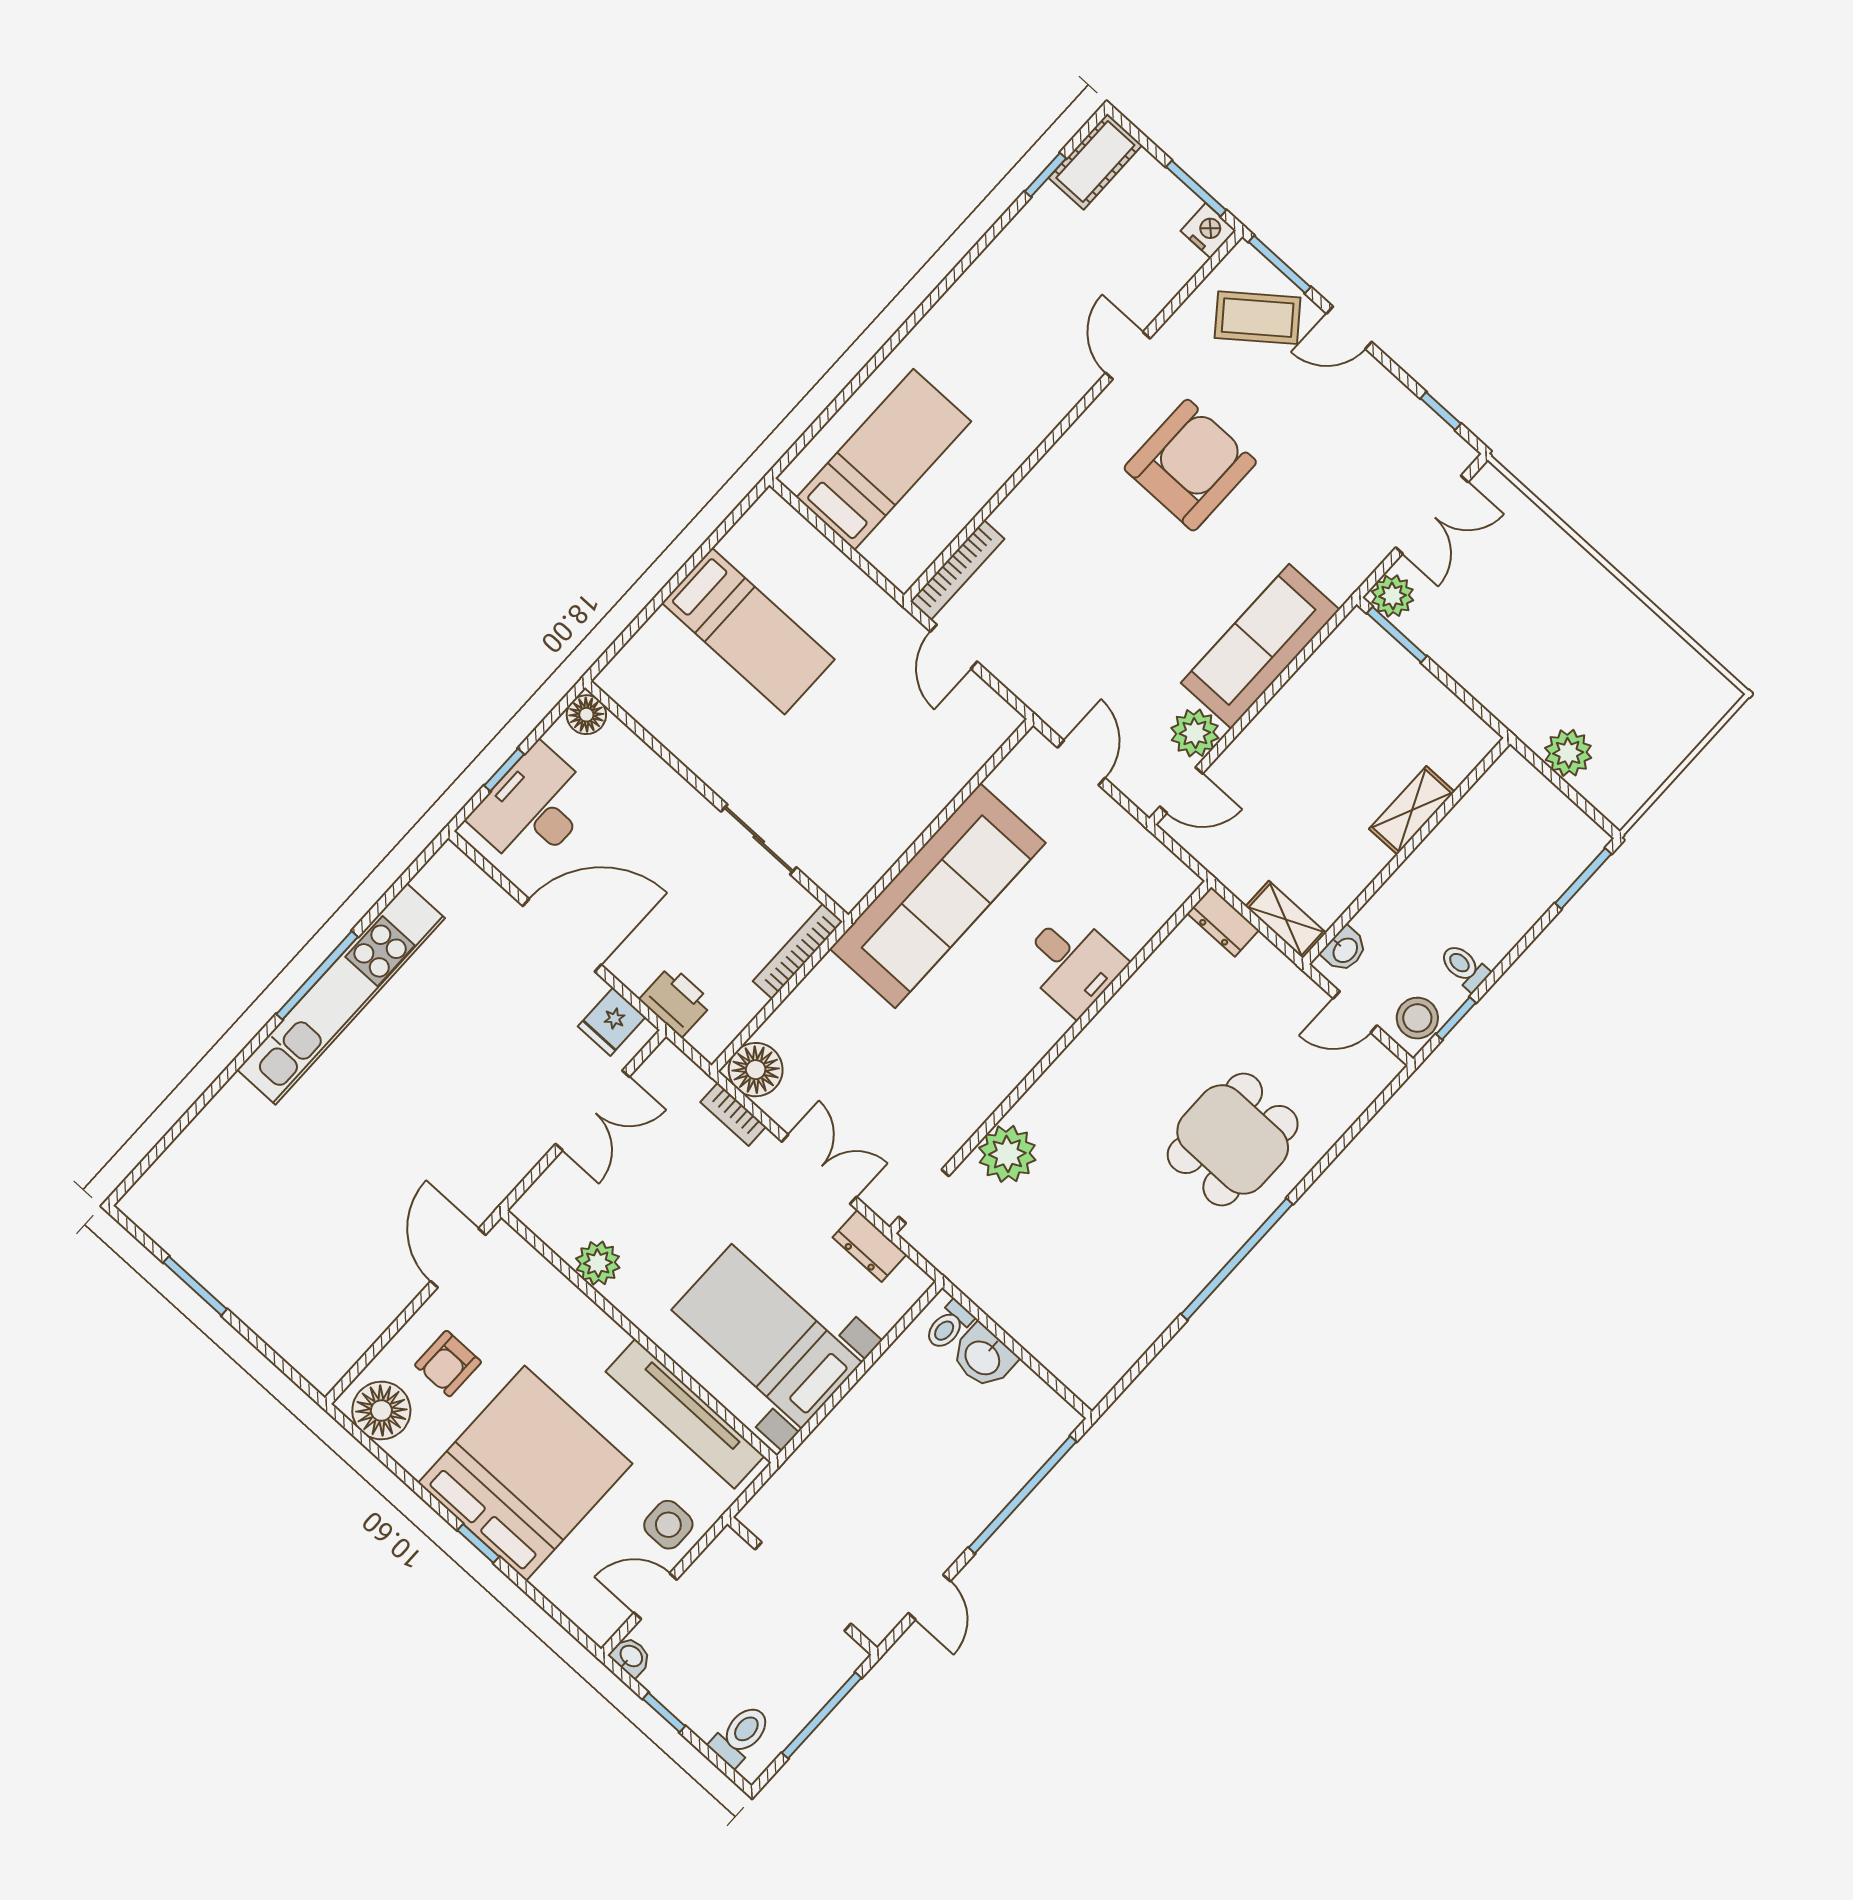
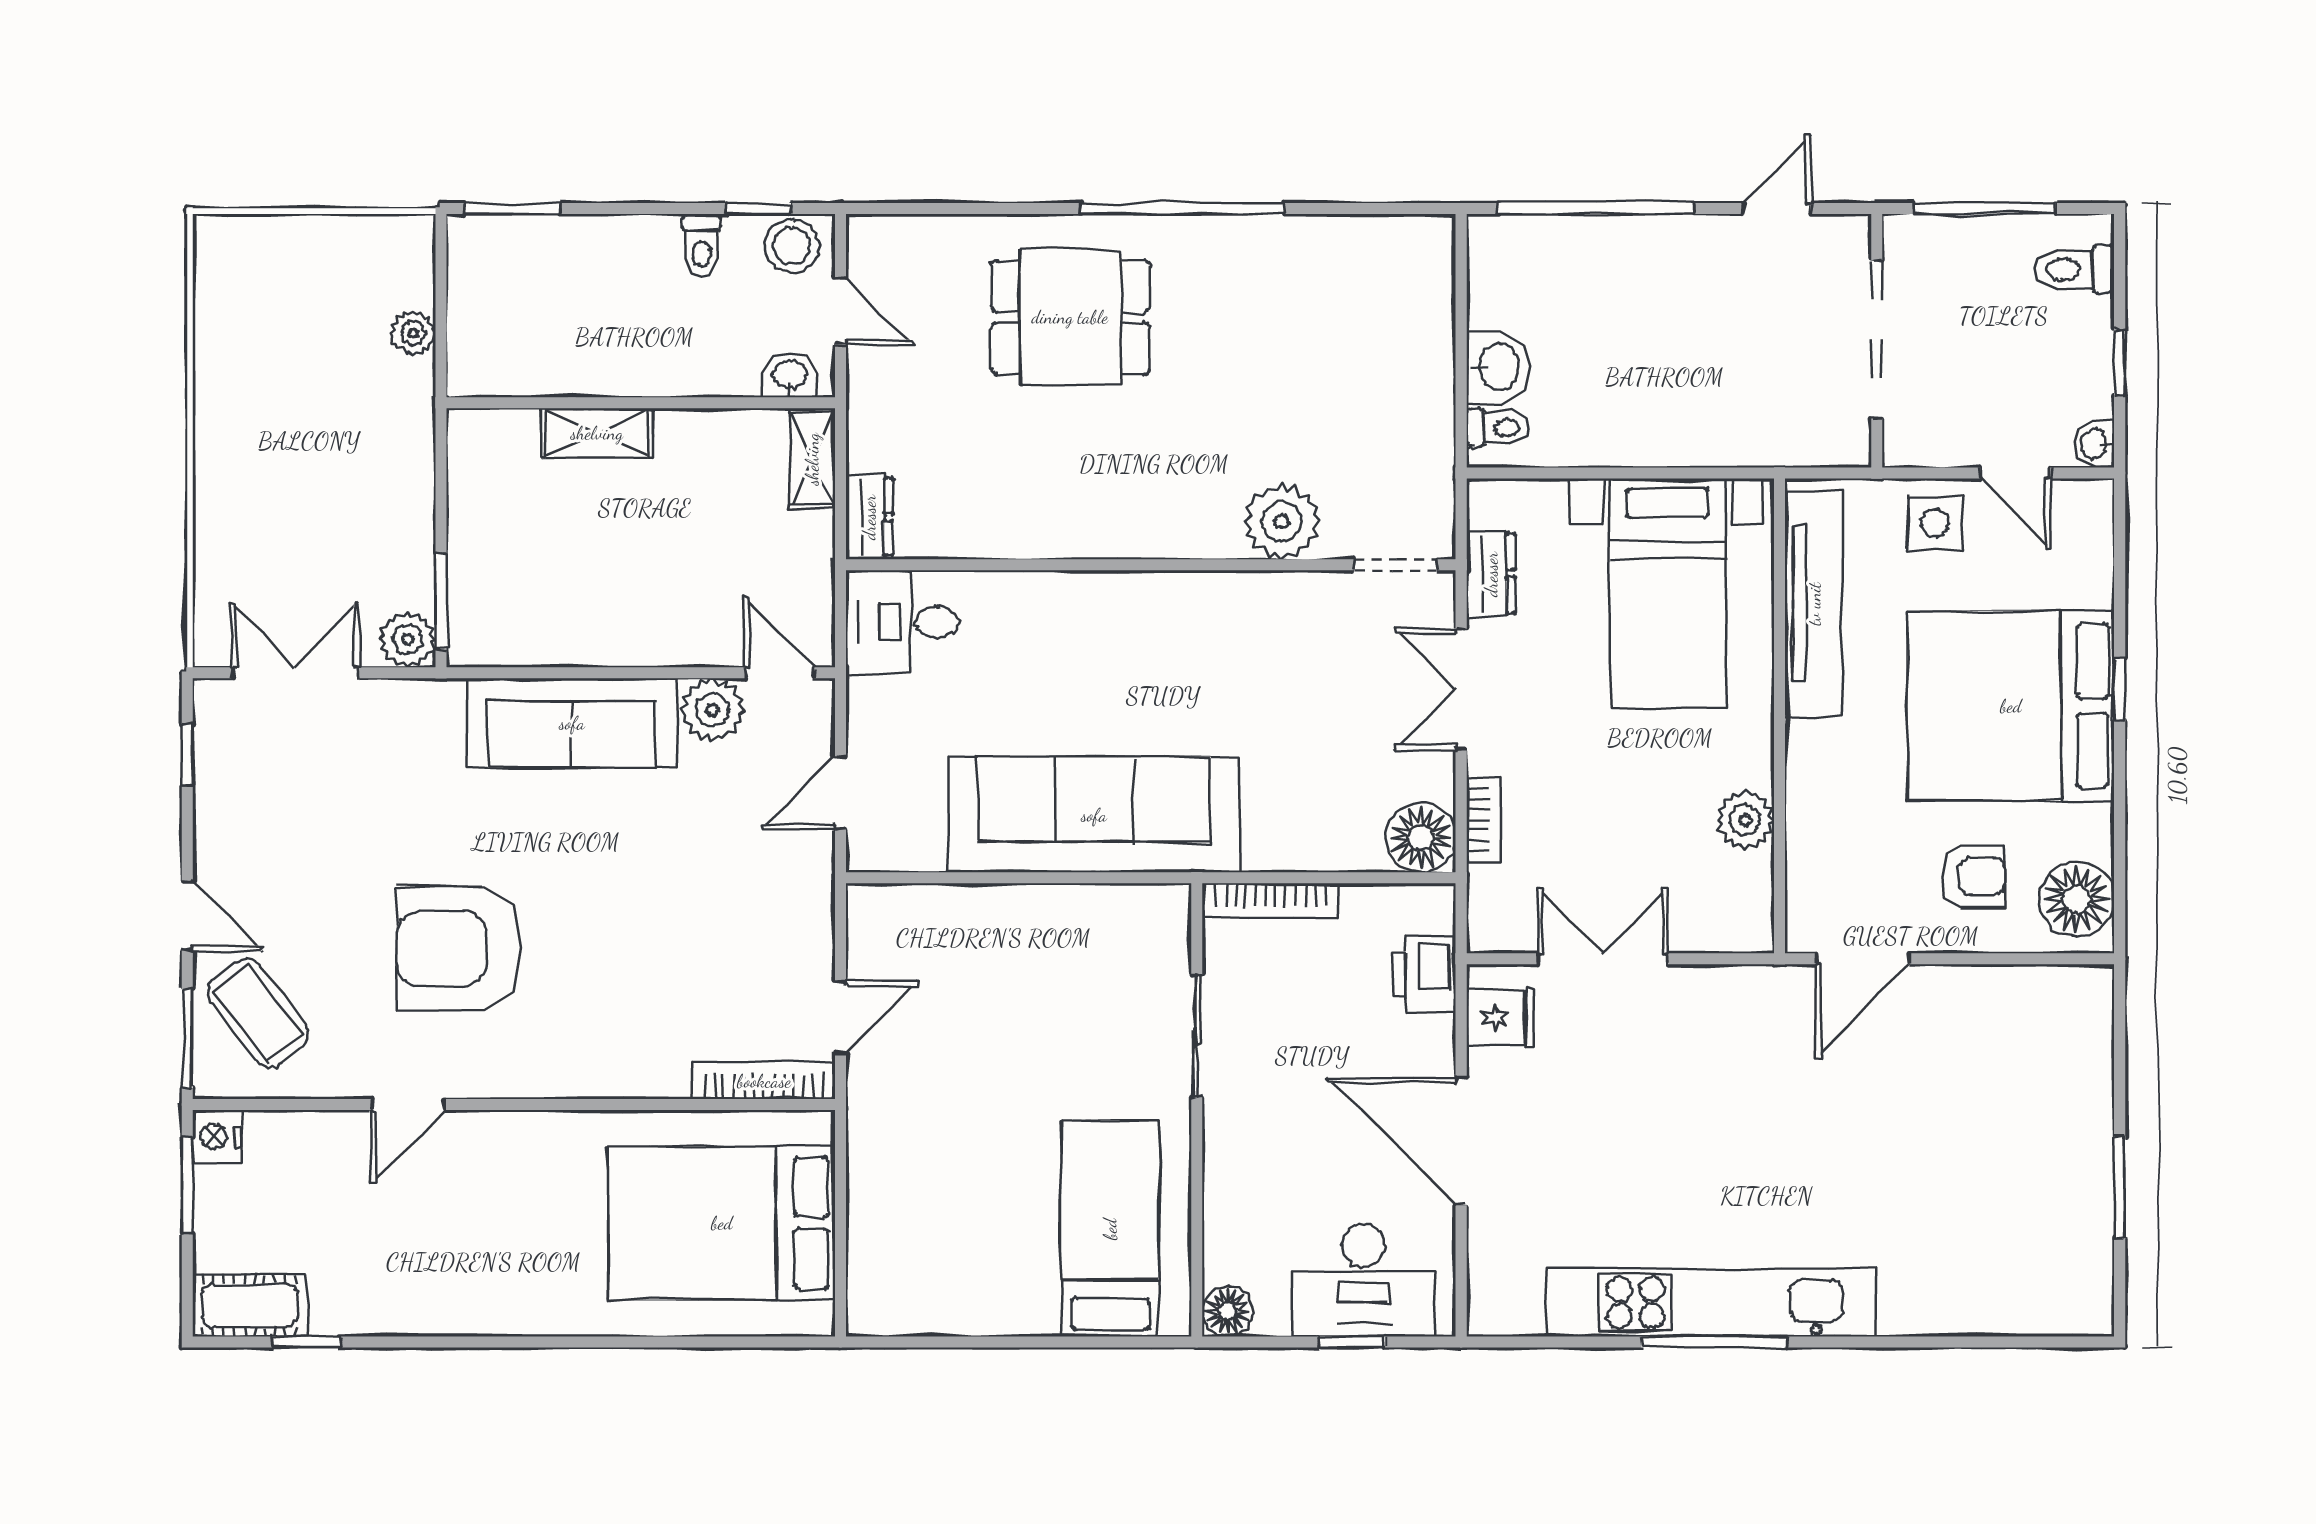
bed: (884, 460) -> (722, 1223), width x1.50
bed: (748, 631) -> (1110, 1229), moved
plant: (1568, 753) -> (413, 333), width x0.73, depth x0.73
desk: (1072, 963) -> (902, 622), moved, turned -90

